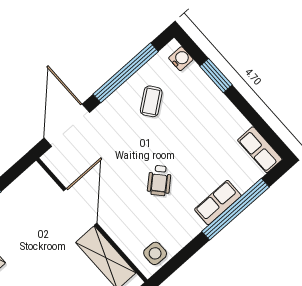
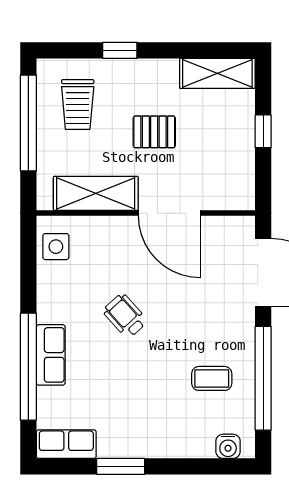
window: (216, 76) -> (121, 466), moved
coffee table: (151, 101) -> (212, 378), turned -53
pallet: (43, 256) -> (154, 132), added

